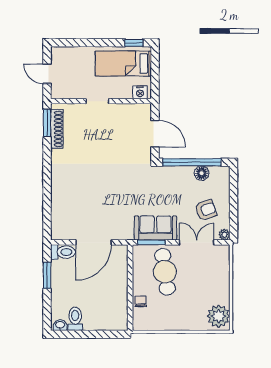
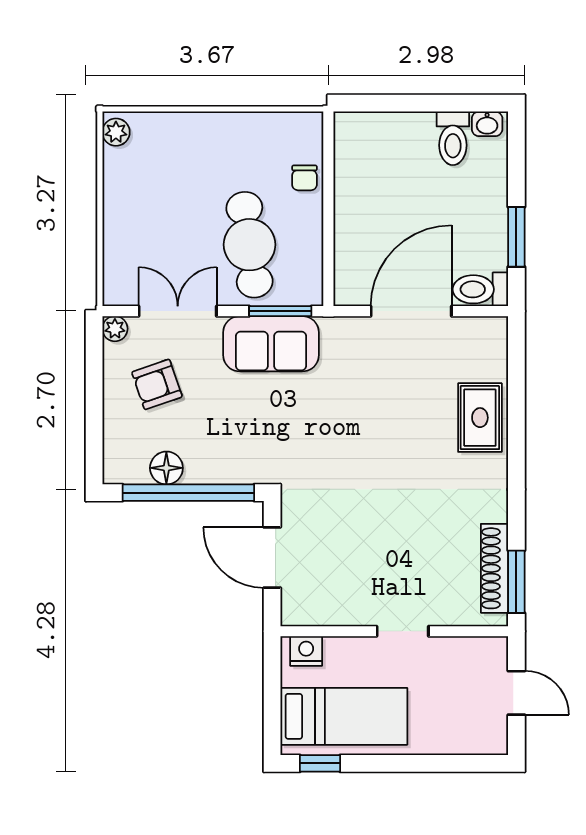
rug: (63, 195) -> (480, 418), added
double door: (197, 242) -> (178, 311), swing flipped
plant: (219, 316) -> (116, 132), width x0.53, depth x0.53

